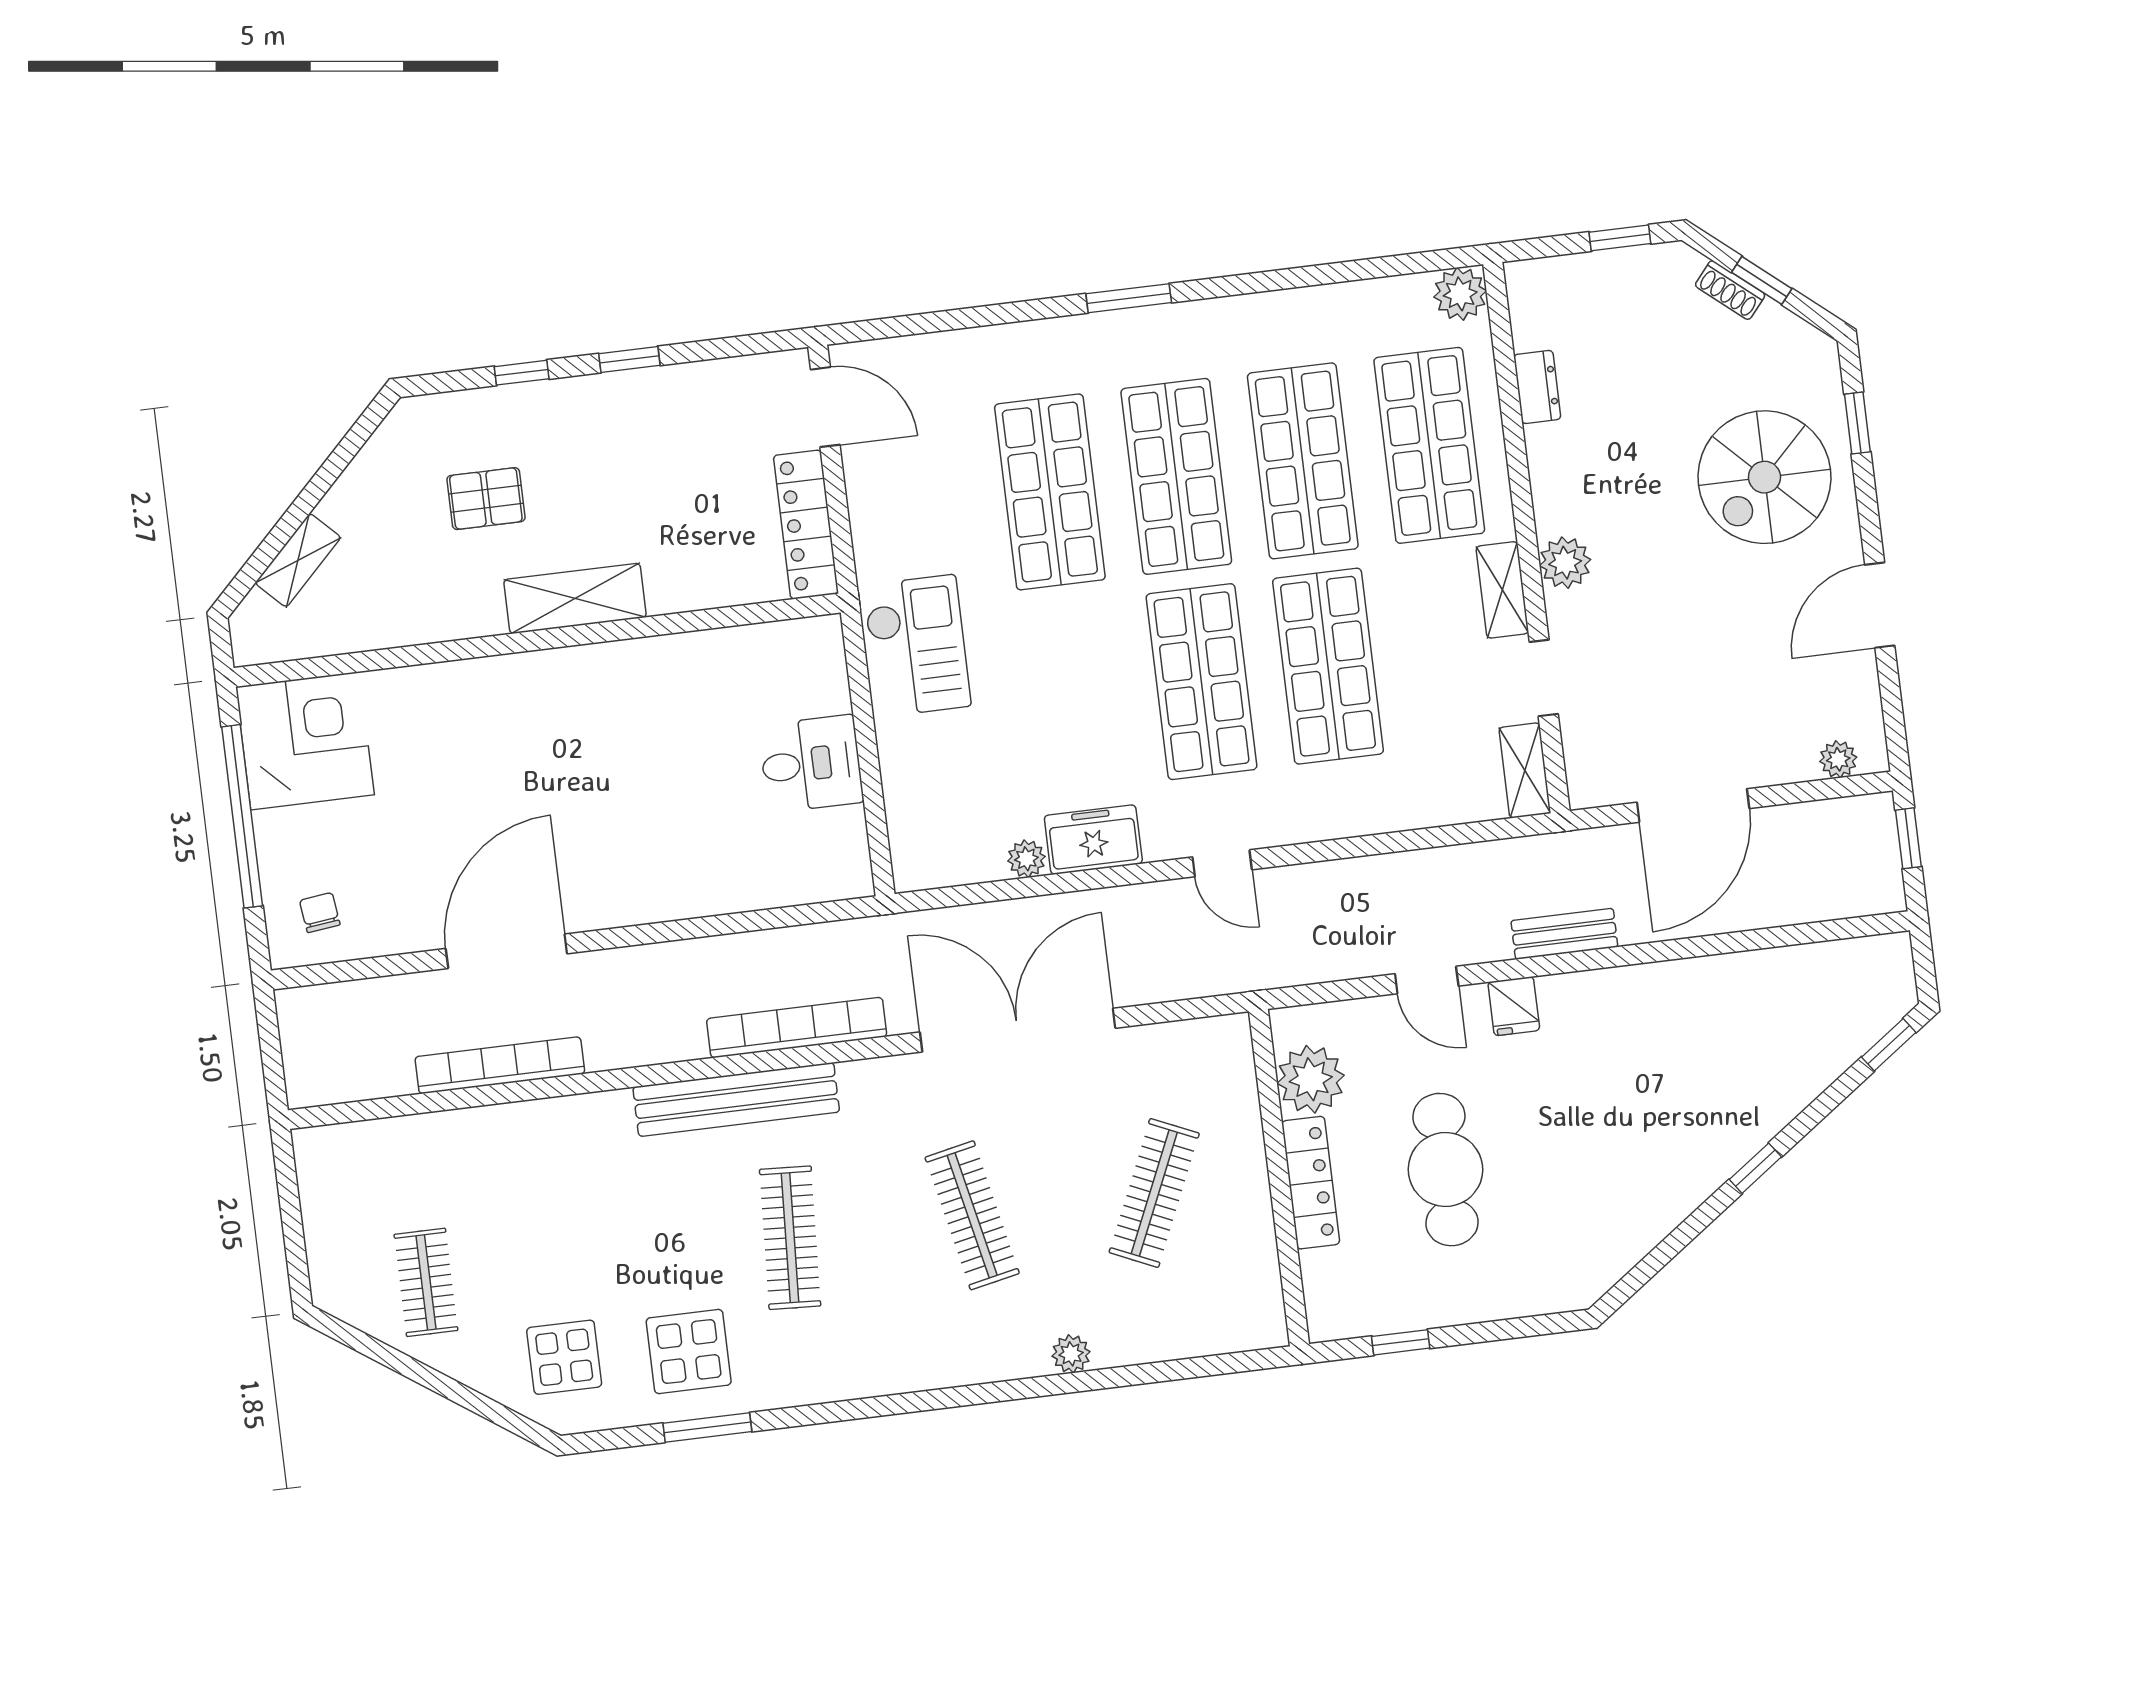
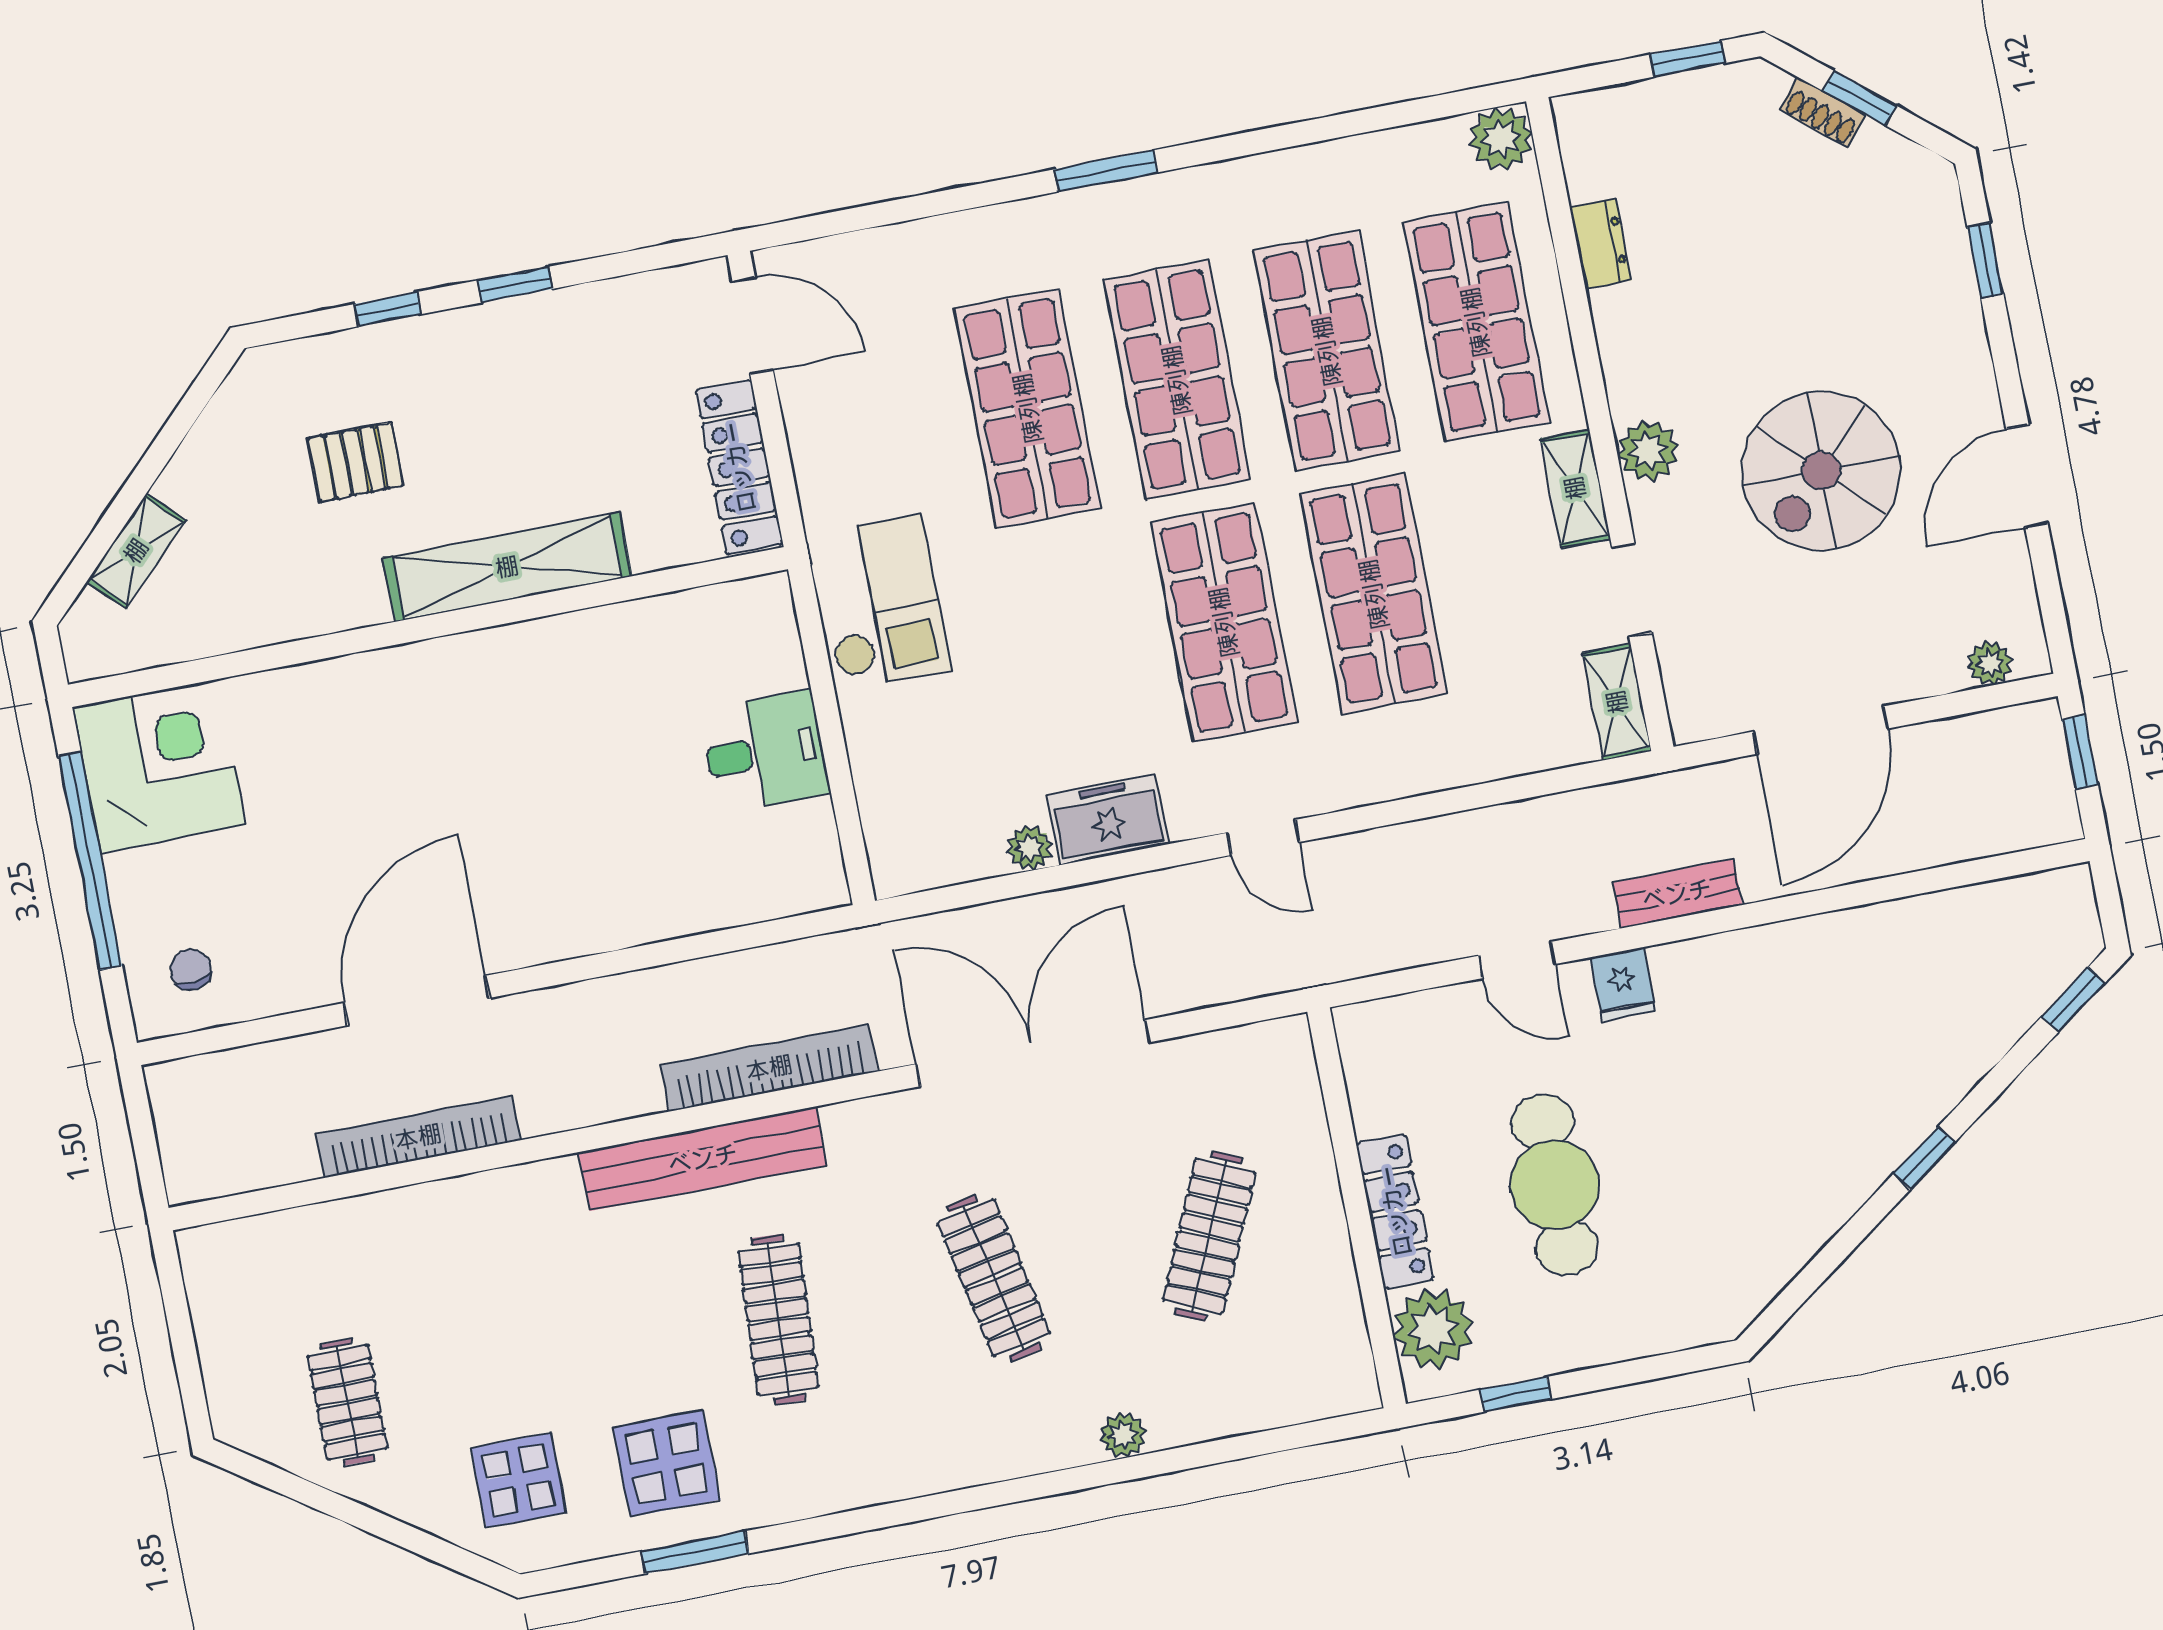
spiral stairs: (1764, 477) -> (1821, 471), moved
shelving: (575, 598) -> (507, 567), width x1.47
plant: (1311, 1079) -> (1433, 1329), moved

